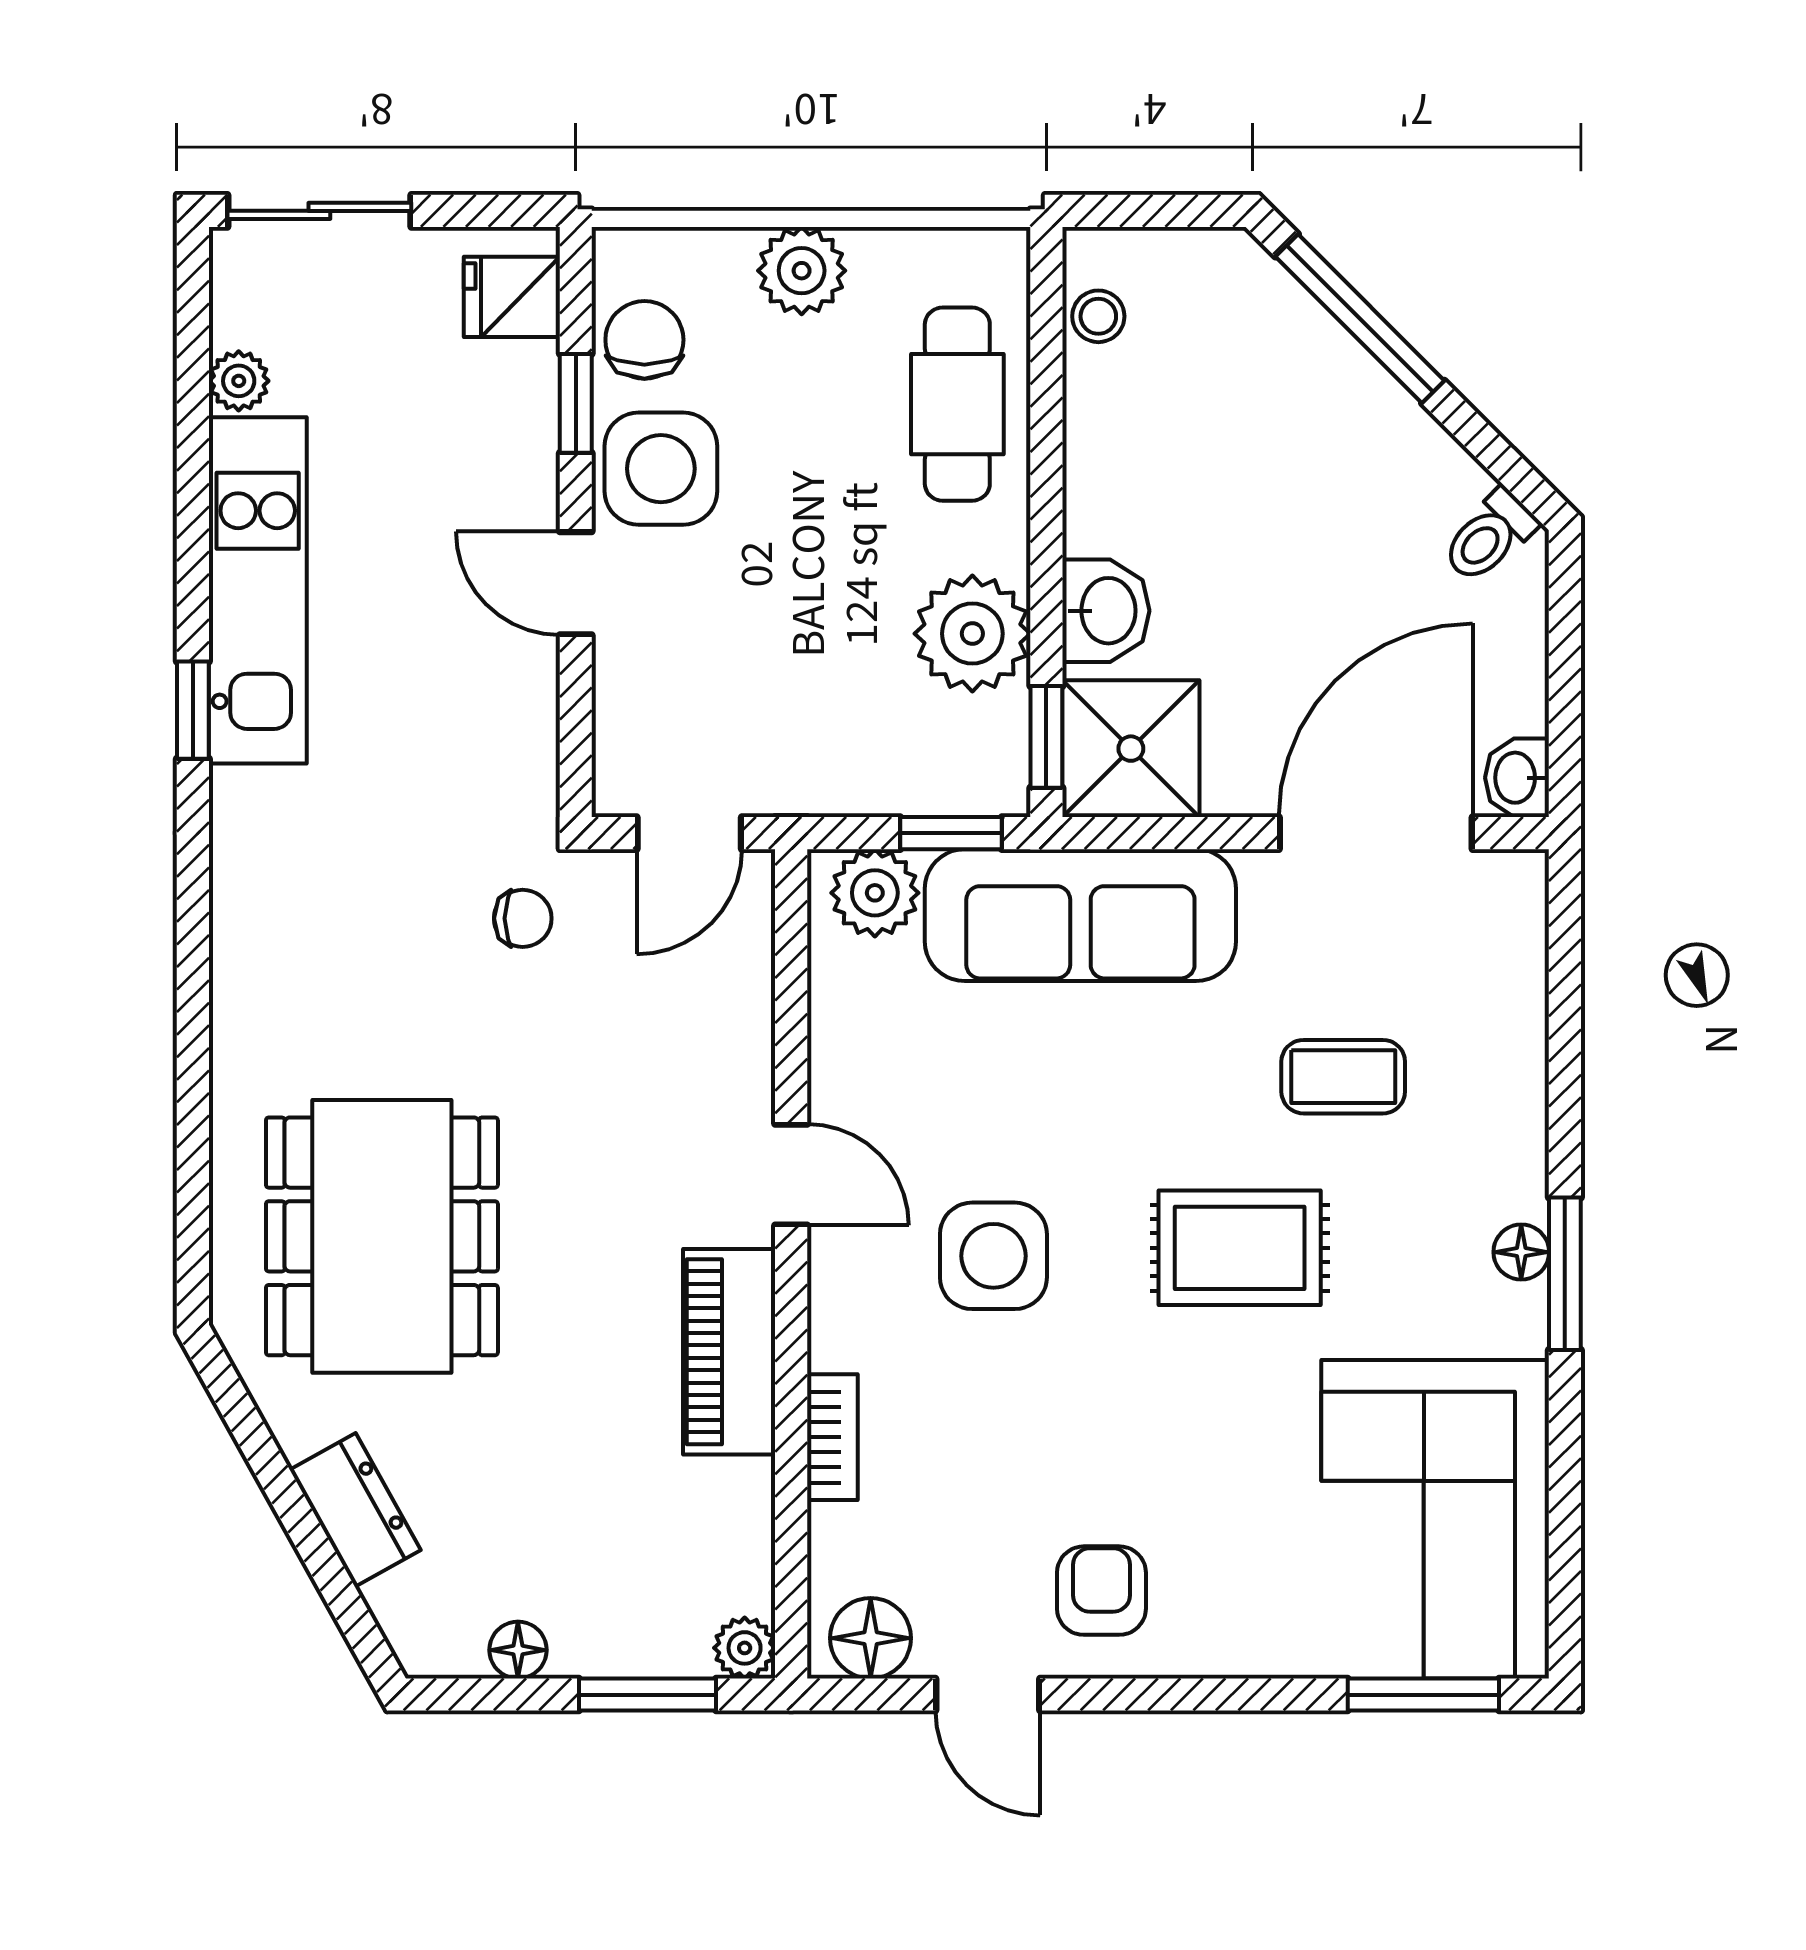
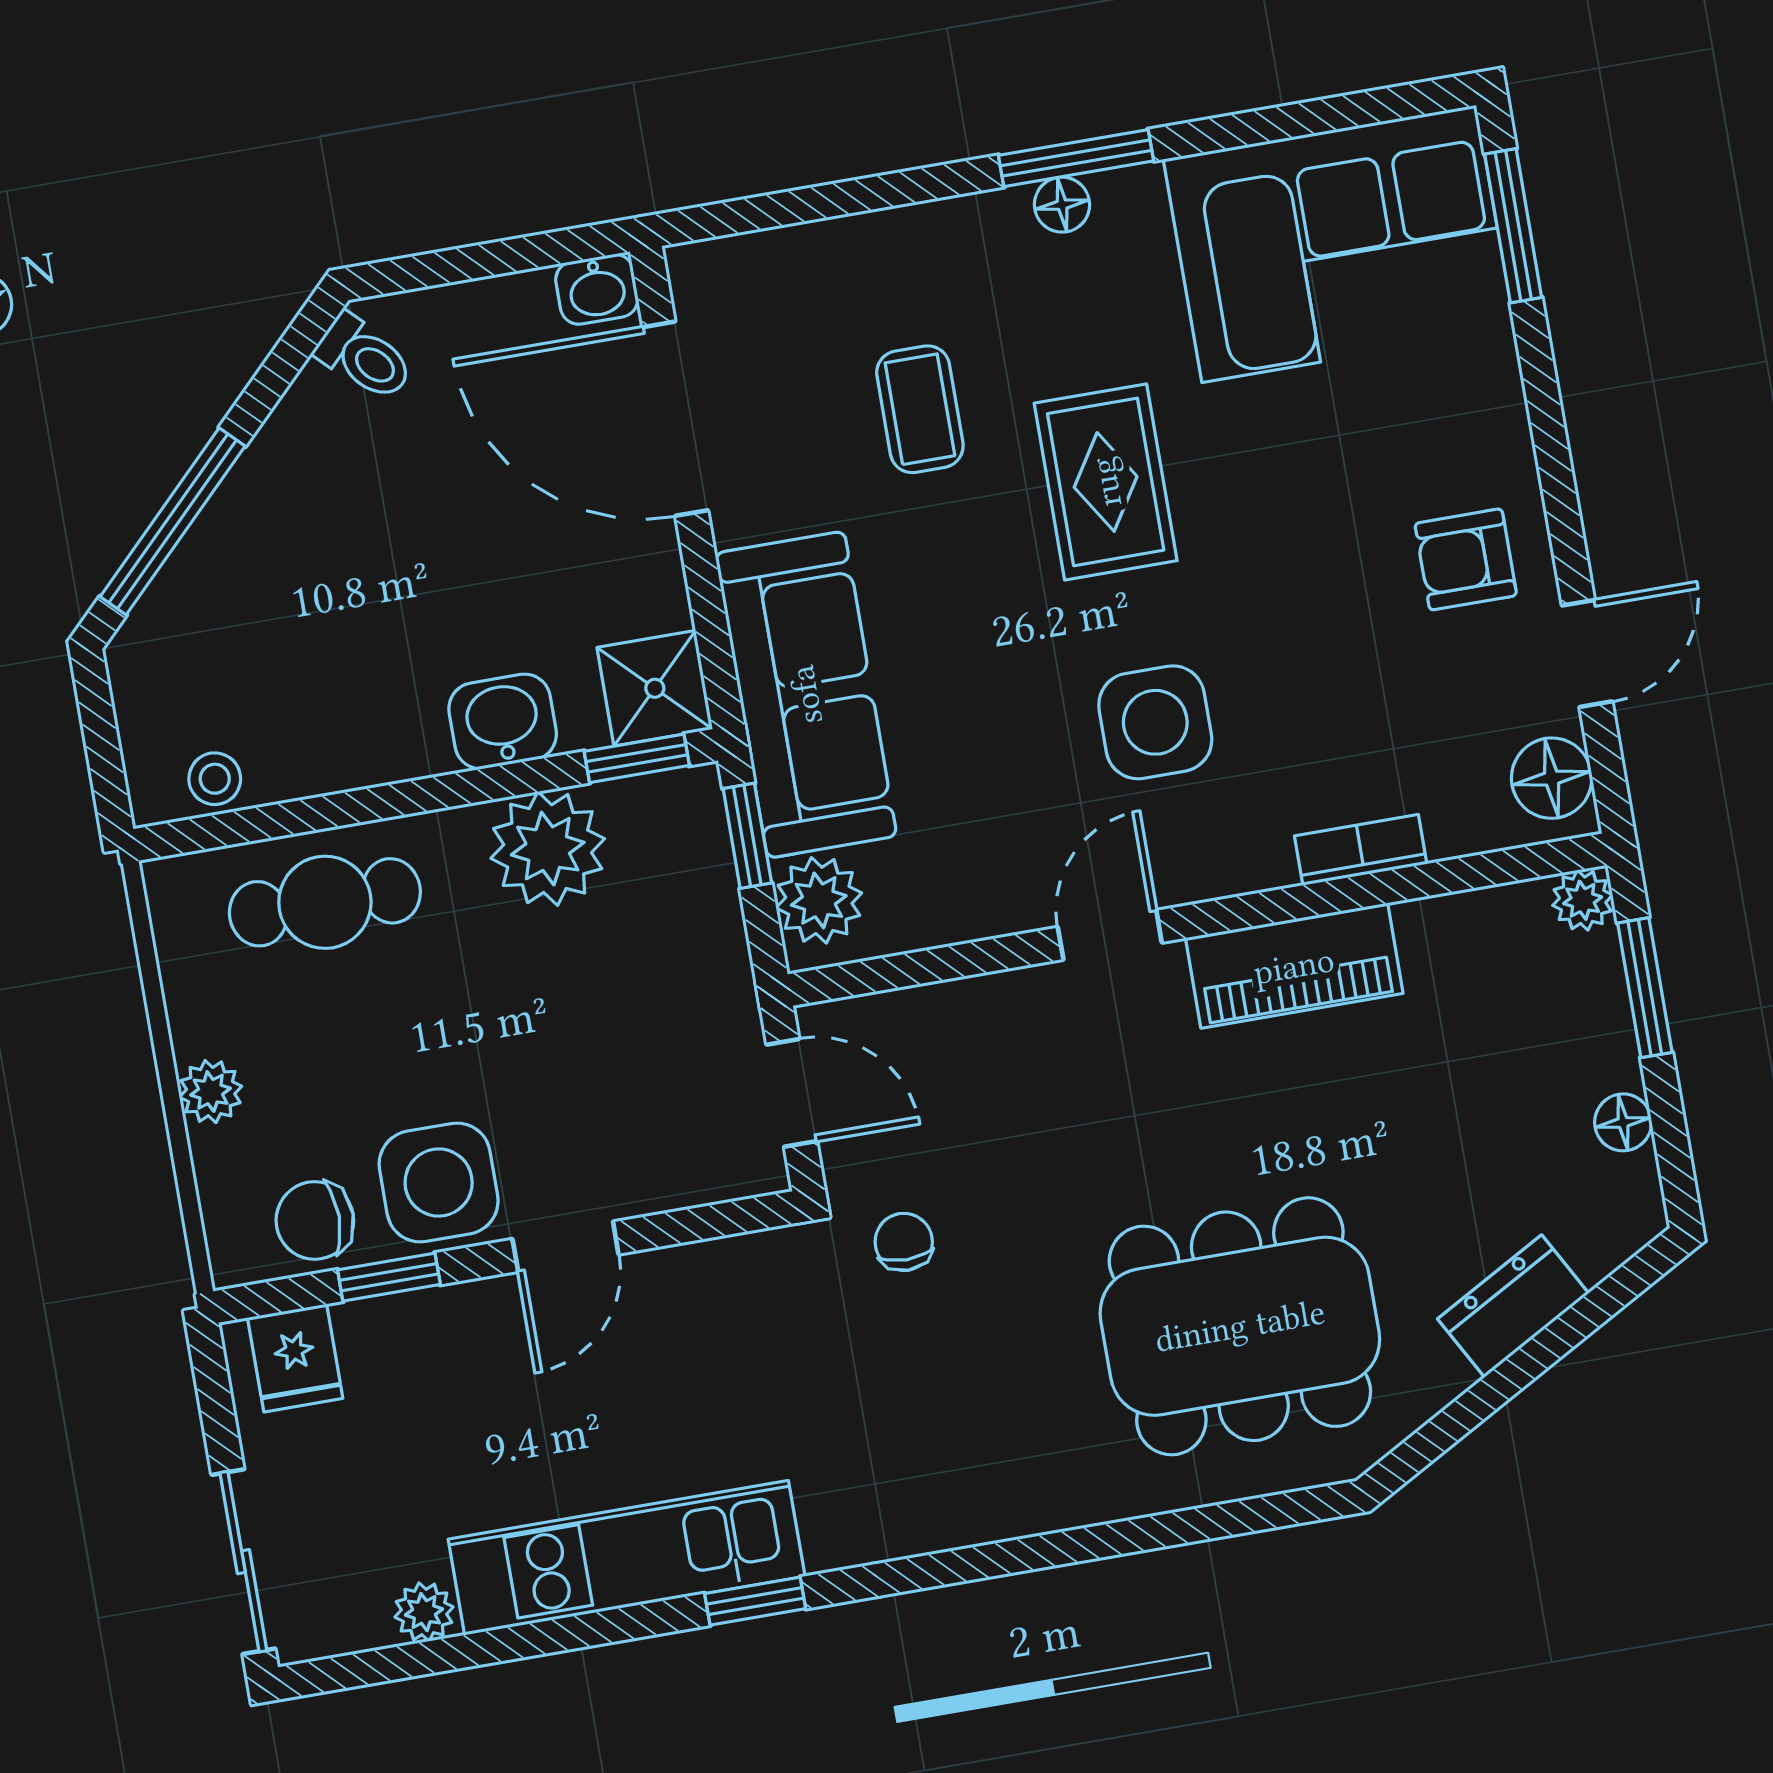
plant: (802, 271) -> (211, 1092), width x0.73, depth x0.73
shower: (1131, 749) -> (655, 688), width x0.73, depth x0.73

